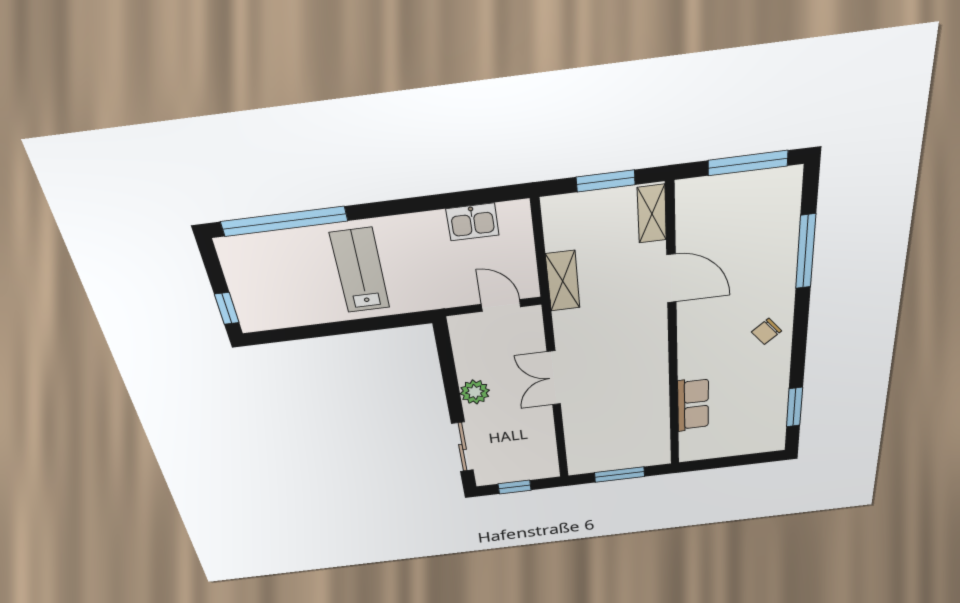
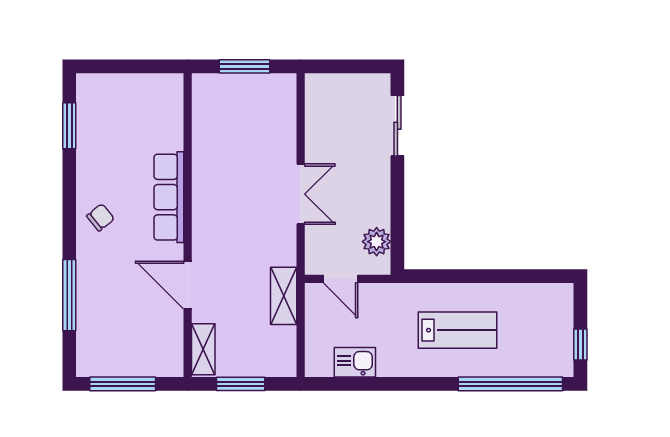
lab bench: (360, 271) -> (457, 330), turned -90
window: (227, 308) -> (580, 344), moved
plant: (475, 392) -> (377, 242), moved
row of seats: (693, 405) -> (169, 197), moved, width x1.48
window: (515, 487) -> (352, 66), removed

